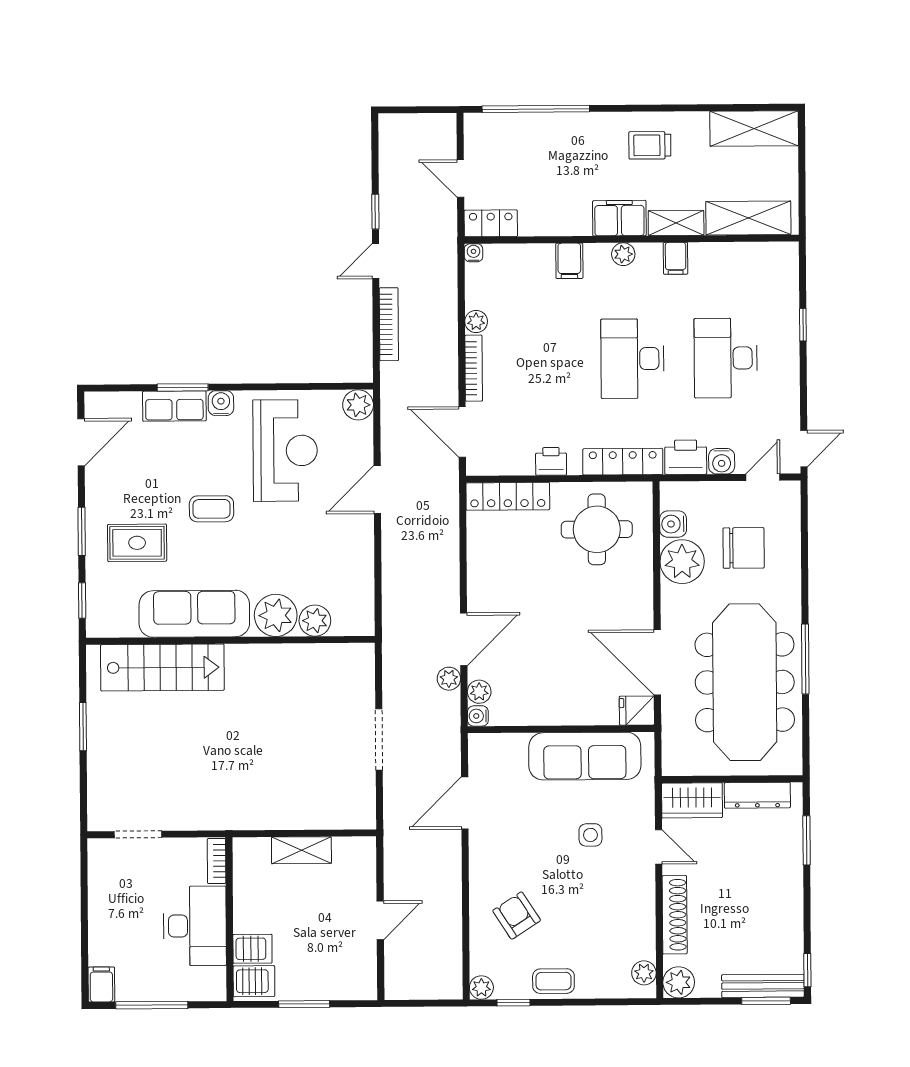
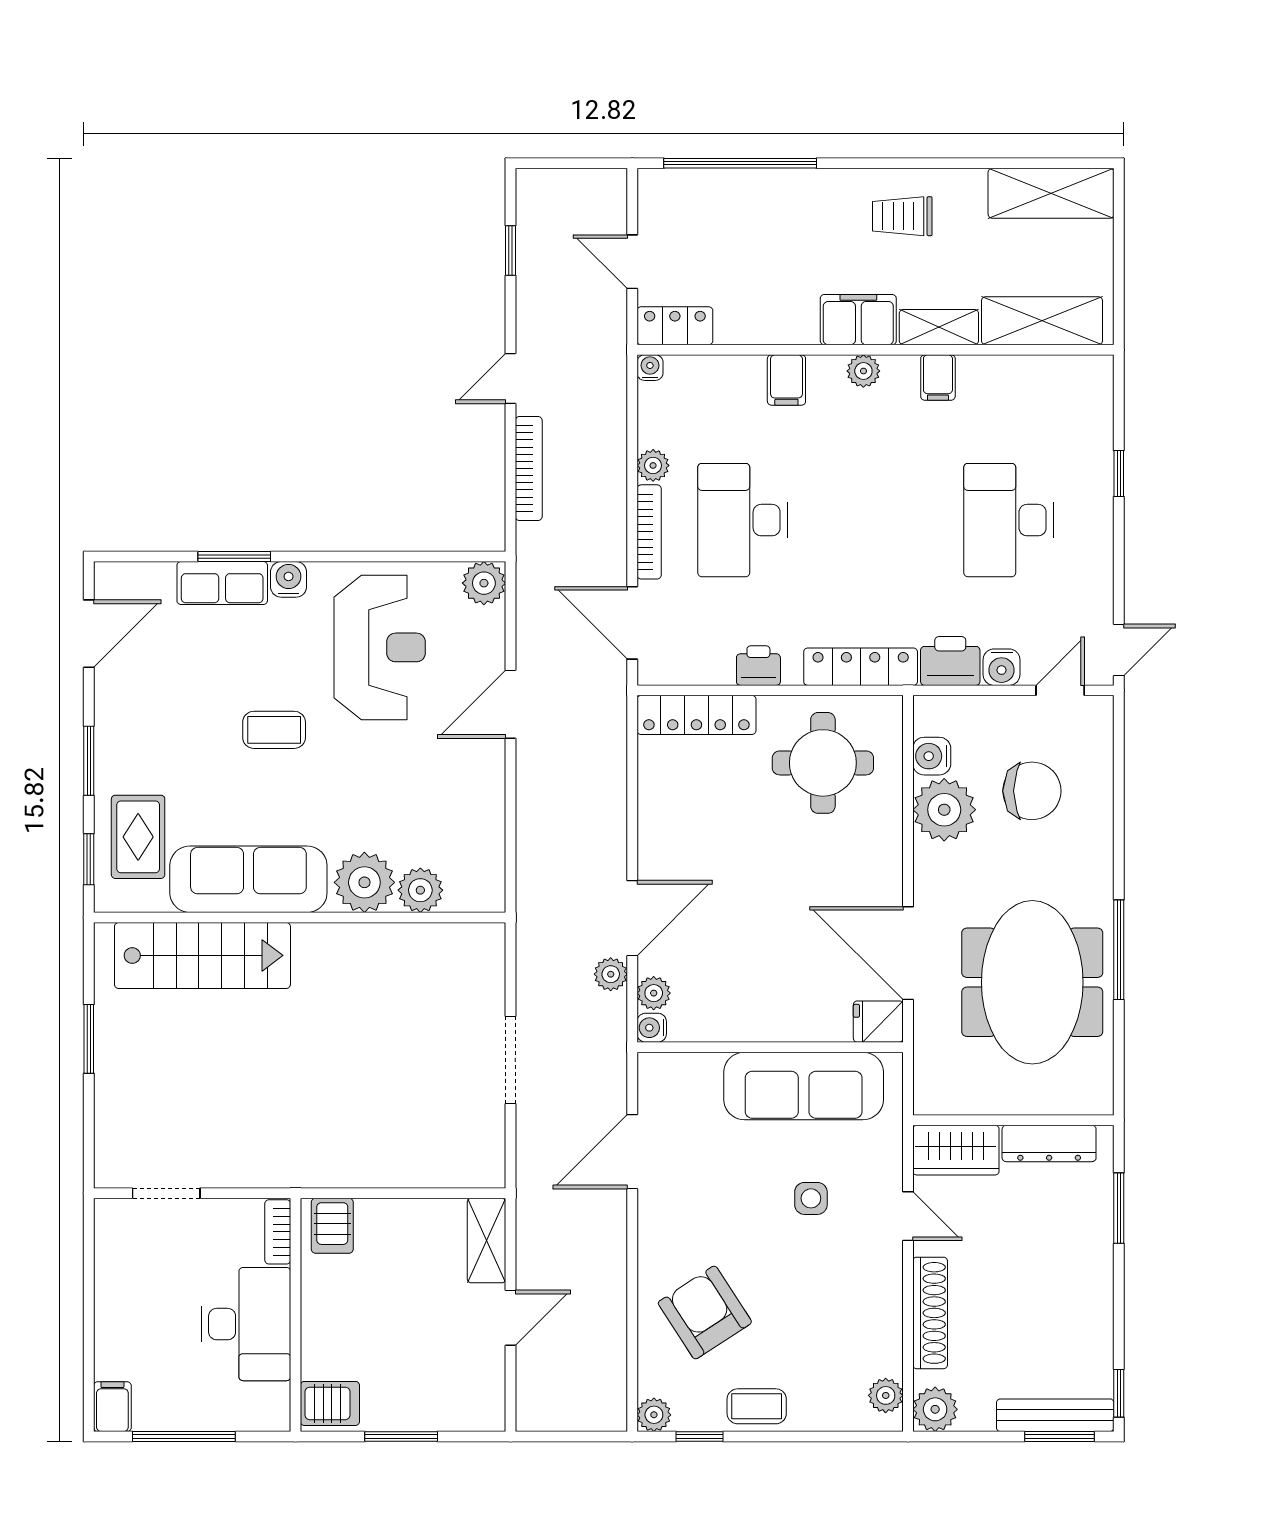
window: (375, 212) -> (510, 250), moved
desk: (632, 359) -> (742, 520), moved
rug: (137, 543) -> (138, 837), moved, turned 90
meeting table: (745, 682) -> (1032, 982), width x0.73
shelving: (301, 850) -> (487, 1241), moved, turned 90
armchair: (517, 916) -> (705, 1313), width x1.38, depth x1.38
server rack: (252, 949) -> (332, 1226), moved, turned 90

